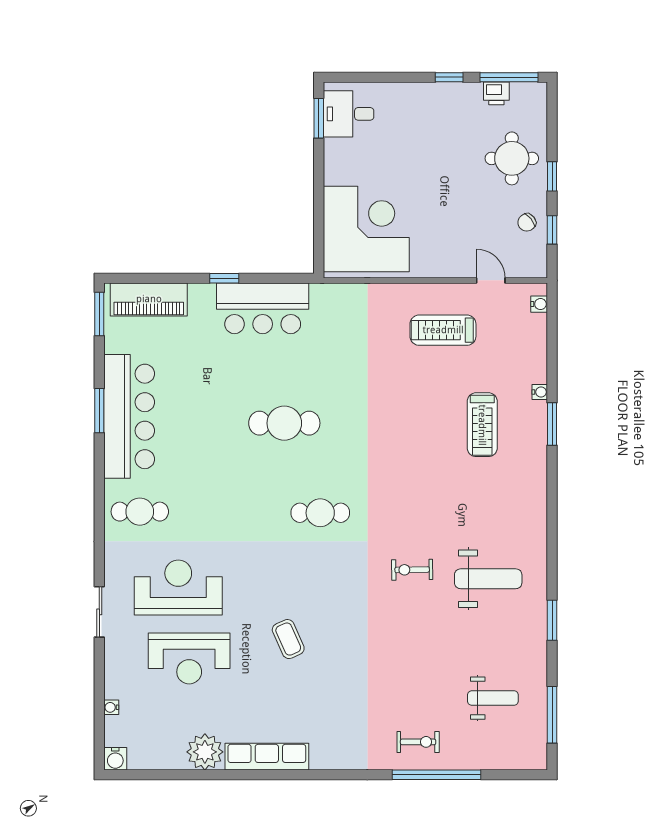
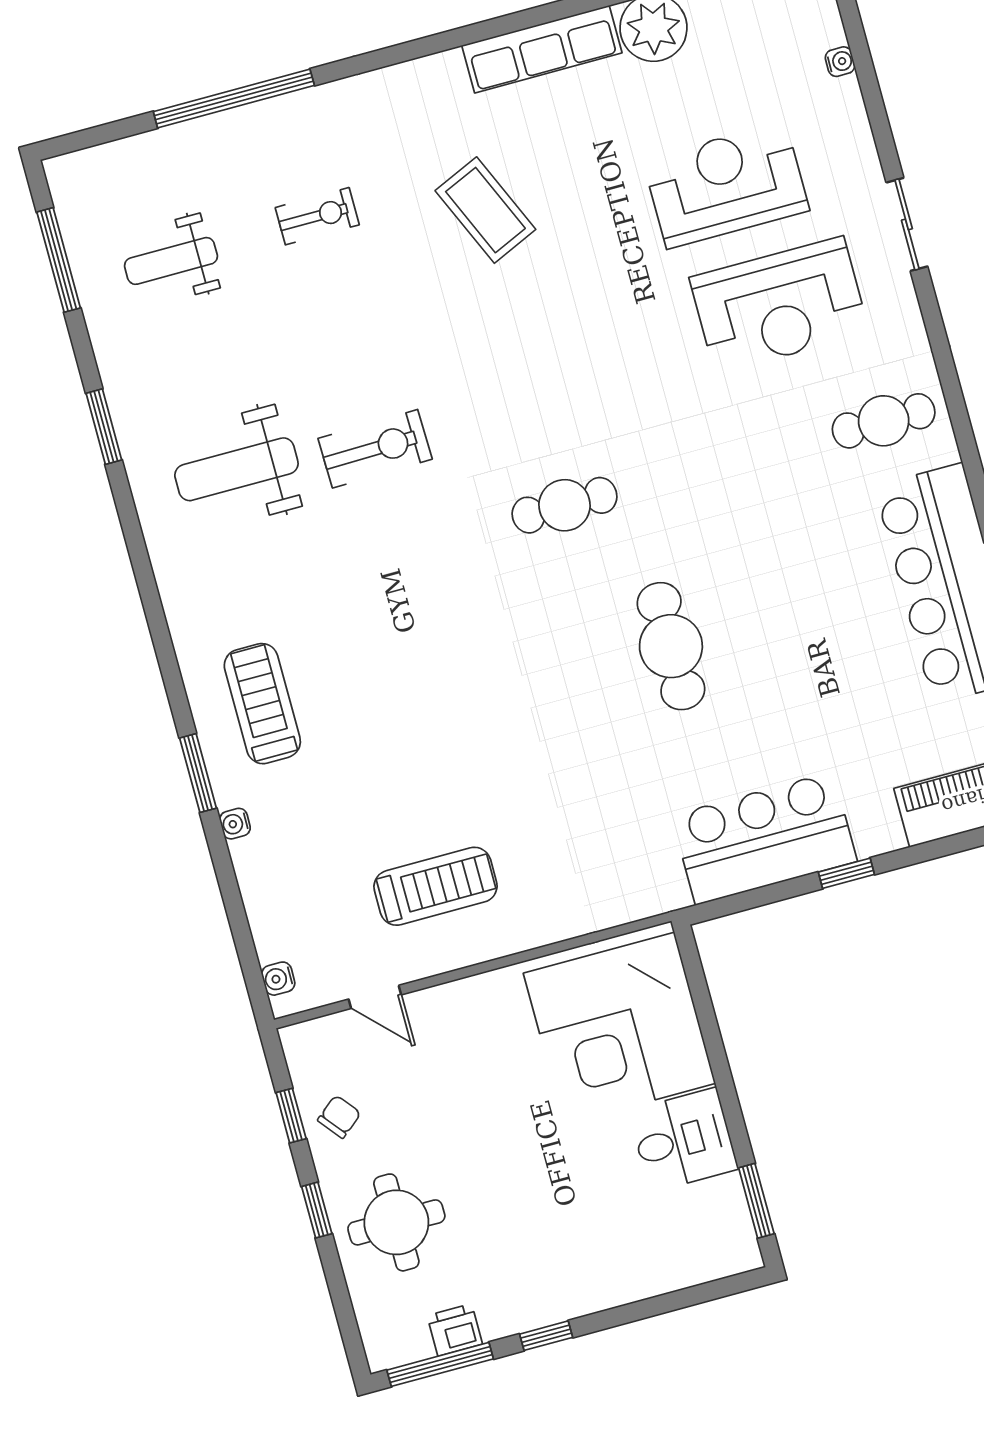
desk: (349, 114) -> (683, 1140), moved
cafe table: (284, 423) -> (671, 646), turned 90
treadmill: (482, 425) -> (262, 704), moved
exercise bike: (412, 570) -> (375, 449), width x1.38, depth x1.39
coffee table: (288, 639) -> (485, 210), moved, width x1.36, depth x1.30
exercise bike: (418, 742) -> (317, 216), moved, turned 180

